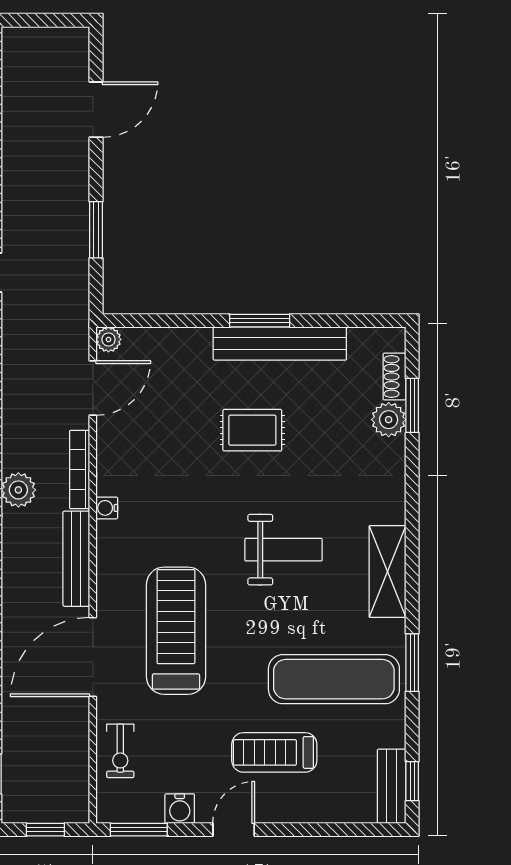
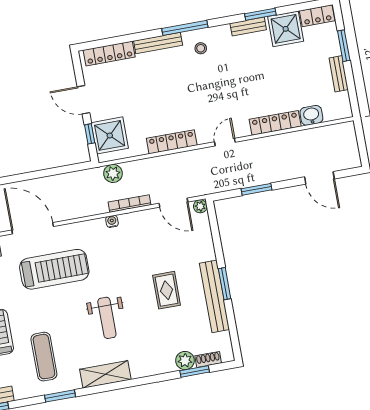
bench: (76, 559) -> (82, 210), removed
exercise mat: (334, 679) -> (44, 357), width x0.73, depth x0.69

